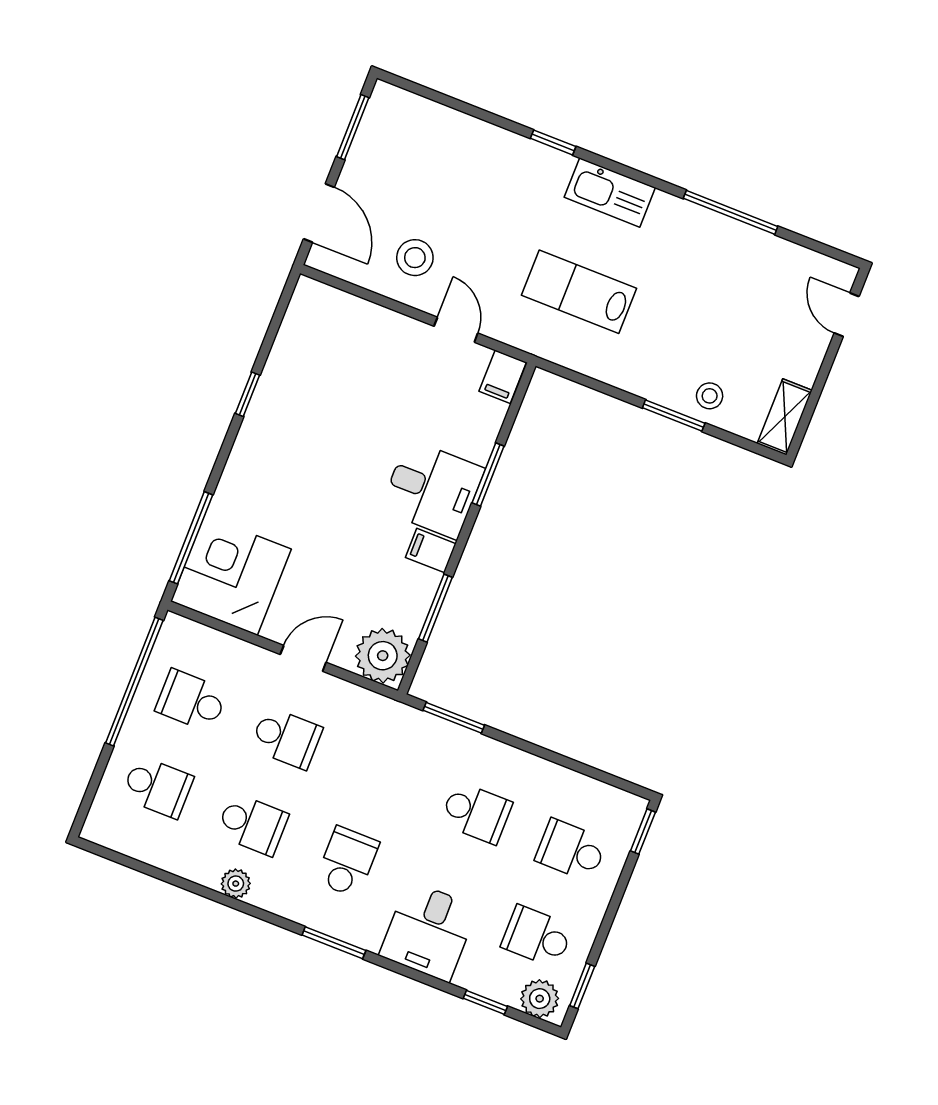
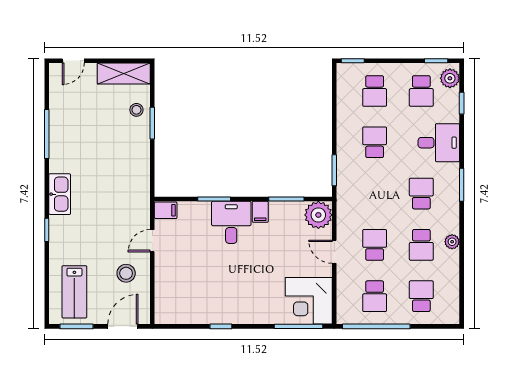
lab bench: (579, 292) -> (74, 292), moved
shelving: (785, 417) -> (124, 73), width x1.50, depth x1.33
school desk: (252, 824) -> (421, 245), turned 180
school desk: (347, 862) -> (421, 194), turned 90

